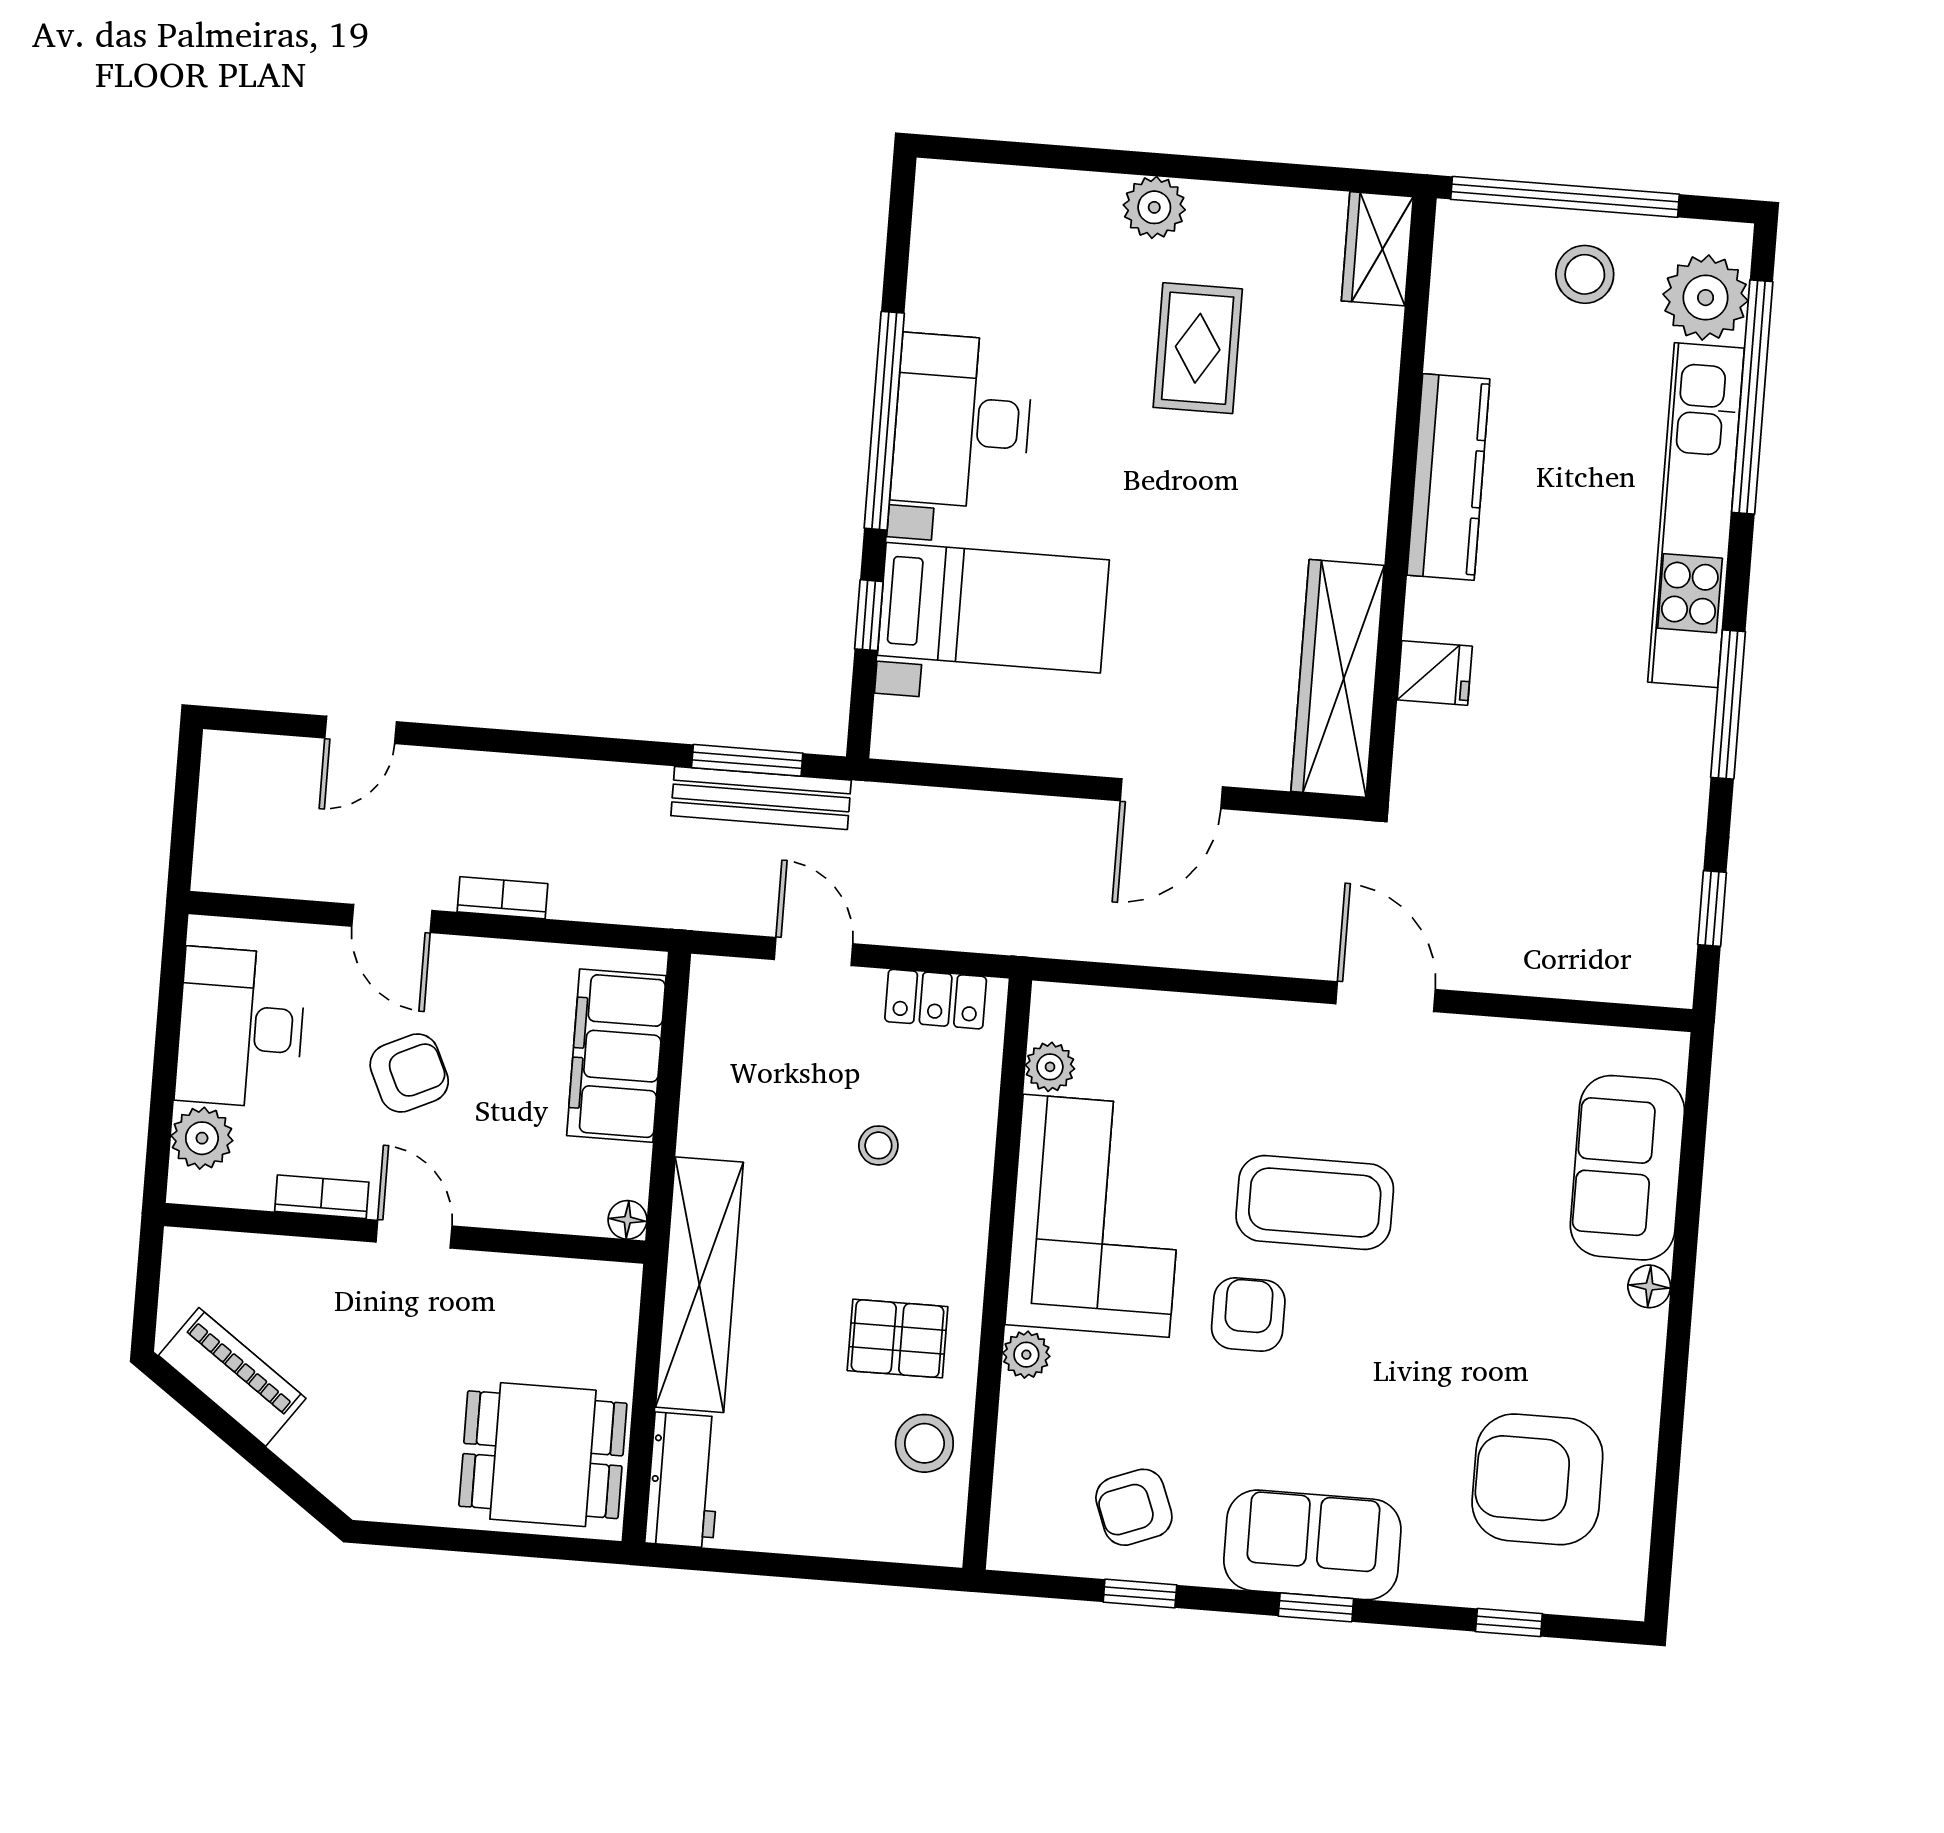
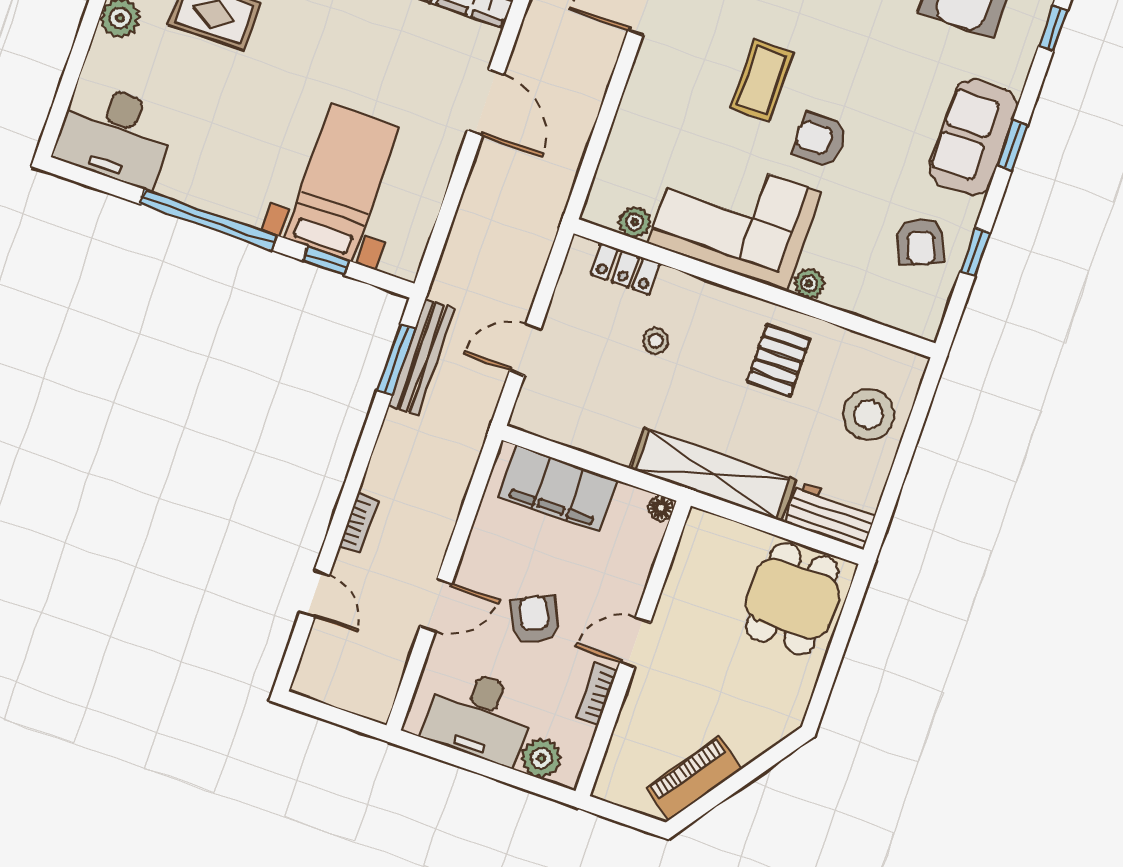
desk: (962, 421) -> (115, 135), moved
bookcase: (502, 898) -> (359, 523), moved, turned 180
locker: (936, 999) -> (625, 269), moved, turned 90
coffee table: (1315, 1202) -> (762, 80), width x0.73, depth x0.76
stool: (924, 1443) -> (869, 414), moved, width x1.38, depth x1.38

